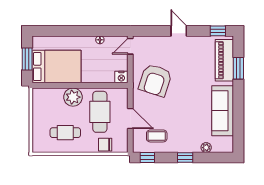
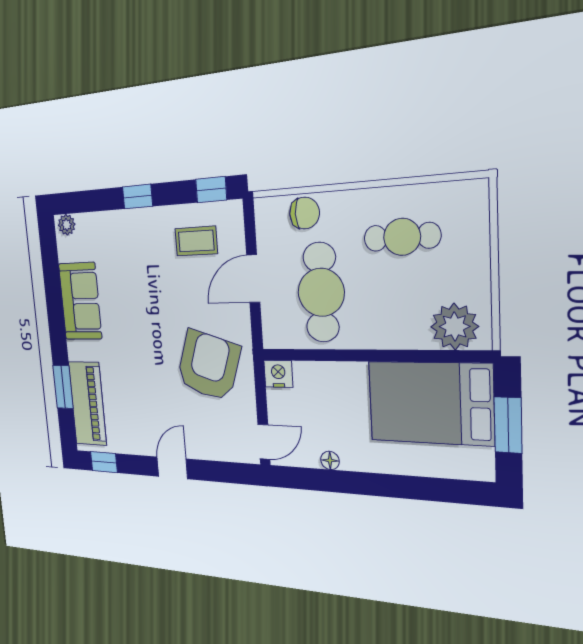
door: (179, 31) -> (172, 468), swing flipped
plant: (73, 97) -> (455, 327), moved
sofa: (223, 111) -> (80, 301), width x0.73
door: (130, 119) -> (253, 279), hinge flipped
plant: (206, 148) -> (67, 225), moved

